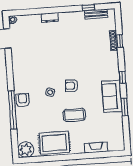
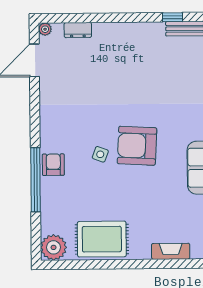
dresser: (50, 18) -> (78, 30), moved
armchair: (72, 86) -> (137, 146), width x1.88, depth x1.88
coffee table: (74, 115) -> (138, 195), removed

